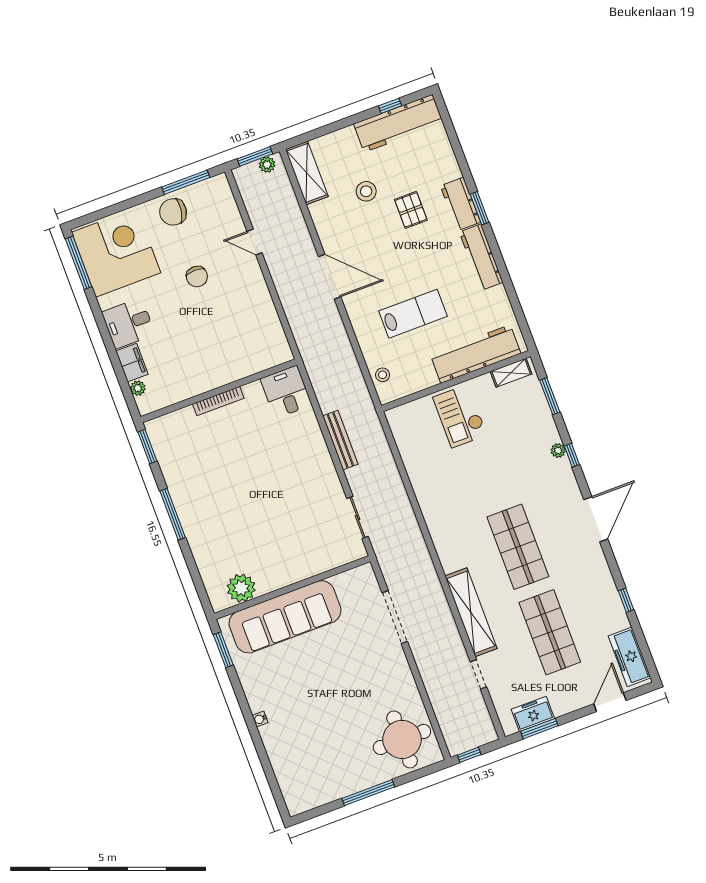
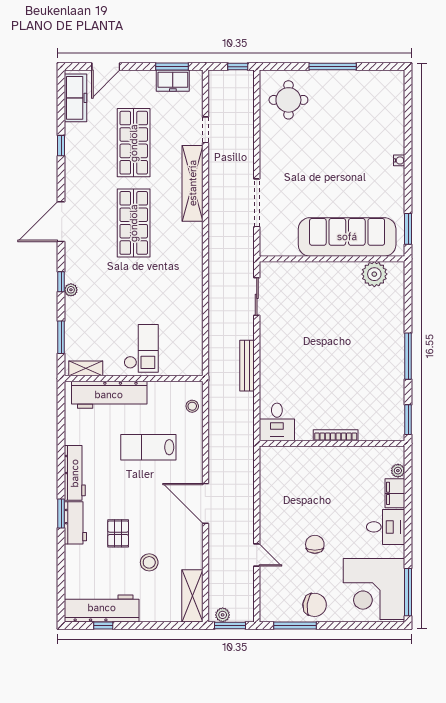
round table: (402, 739) -> (288, 100), width x0.73, depth x0.73

